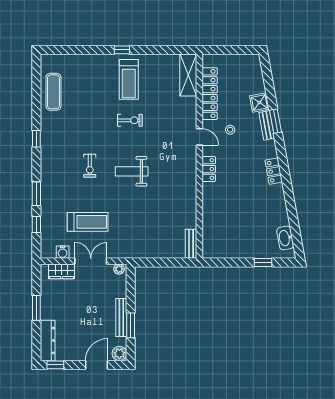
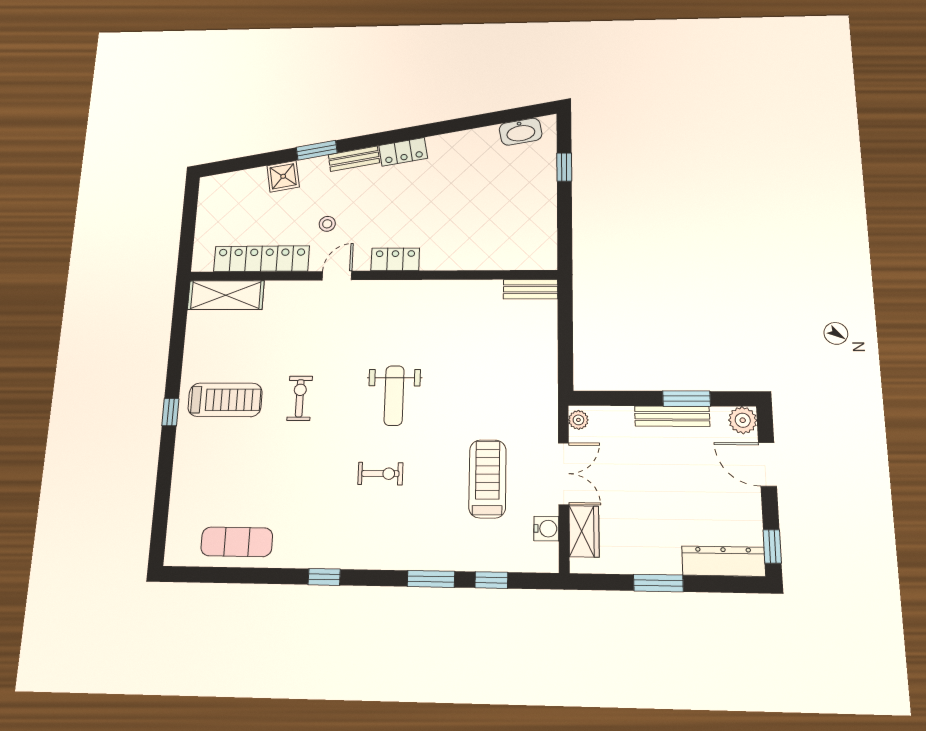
bench: (267, 125) -> (354, 159), moved
double door: (91, 261) -> (564, 474), swing flipped

